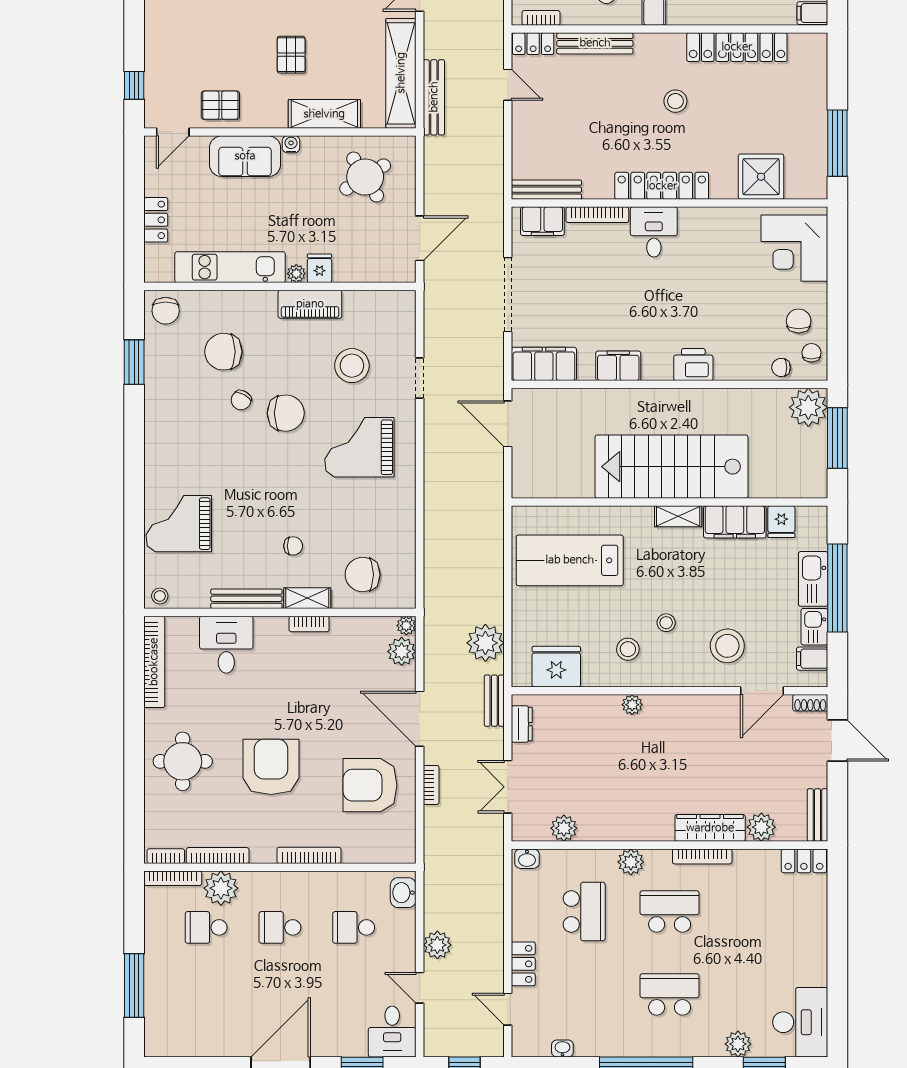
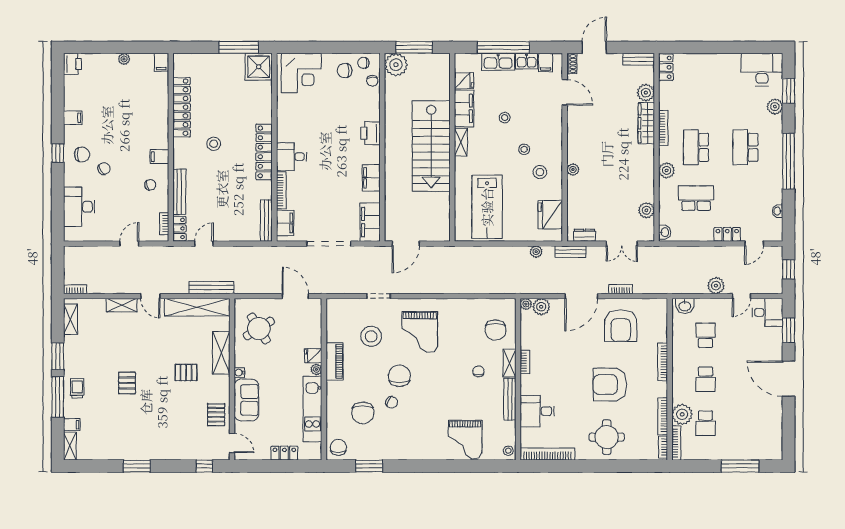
shower: (761, 177) -> (259, 67), moved
chair: (166, 311) -> (338, 447), turned -90
plant: (485, 643) -> (536, 252), width x0.53, depth x0.53
stool: (727, 646) -> (505, 118), moved, width x0.53, depth x0.53
school desk: (354, 927) -> (706, 335), turned 180

